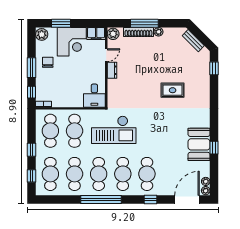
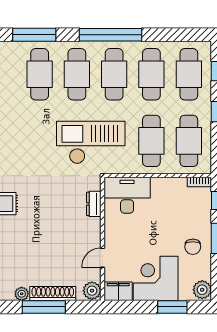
dresser: (112, 70) -> (94, 204), moved
desk: (94, 96) -> (127, 195), width x1.37
window: (150, 200) -> (34, 35), width x2.17

